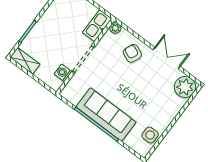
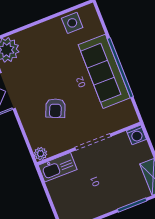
armchair: (132, 53) -> (55, 108), moved
washing machine: (63, 73) -> (136, 135), moved

